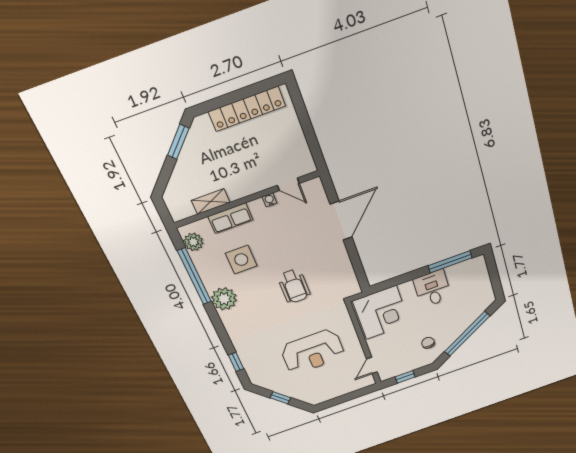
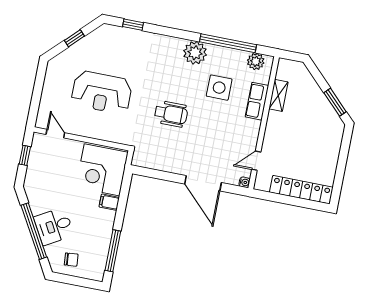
locker: (247, 109) -> (301, 190), moved, turned 90
water cooler: (270, 200) -> (245, 182), moved
wheelchair: (294, 286) -> (171, 114), turned 180
desk: (432, 289) -> (54, 226), moved, turned 150
filing cabinet: (407, 290) -> (109, 202), added
chair: (428, 343) -> (71, 260), moved
reception desk: (313, 352) -> (102, 92), turned -90

